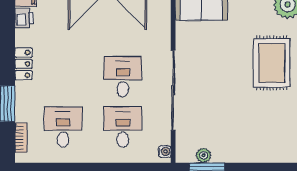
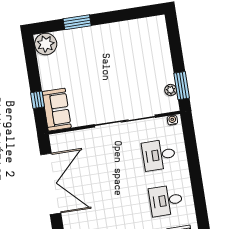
rug: (272, 63) -> (92, 49), removed
desk: (123, 77) -> (120, 161), removed

